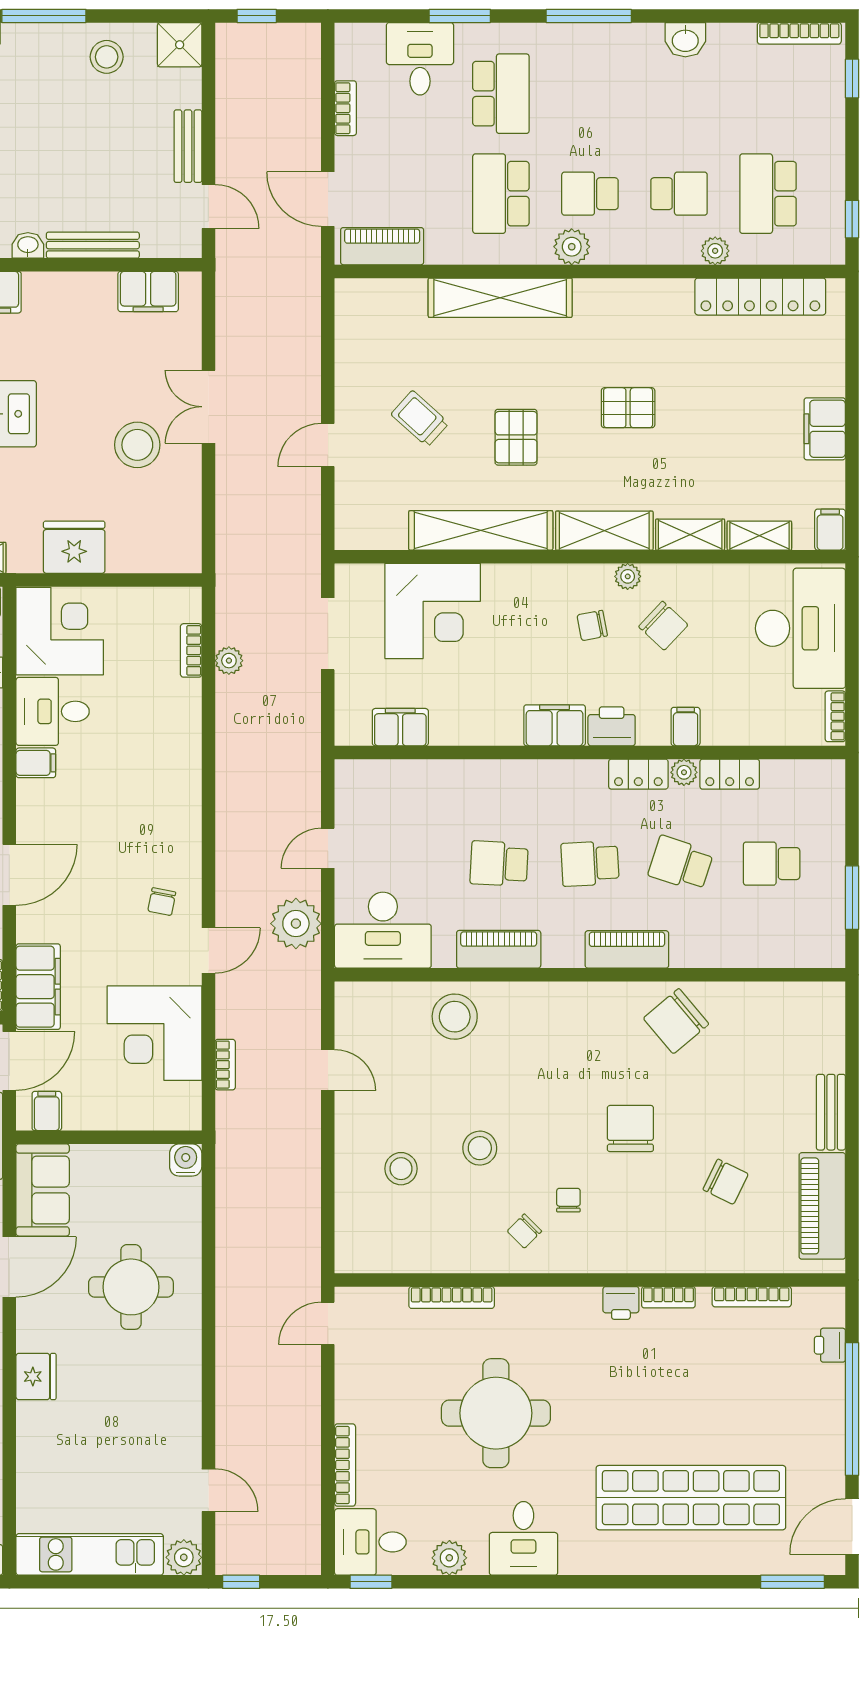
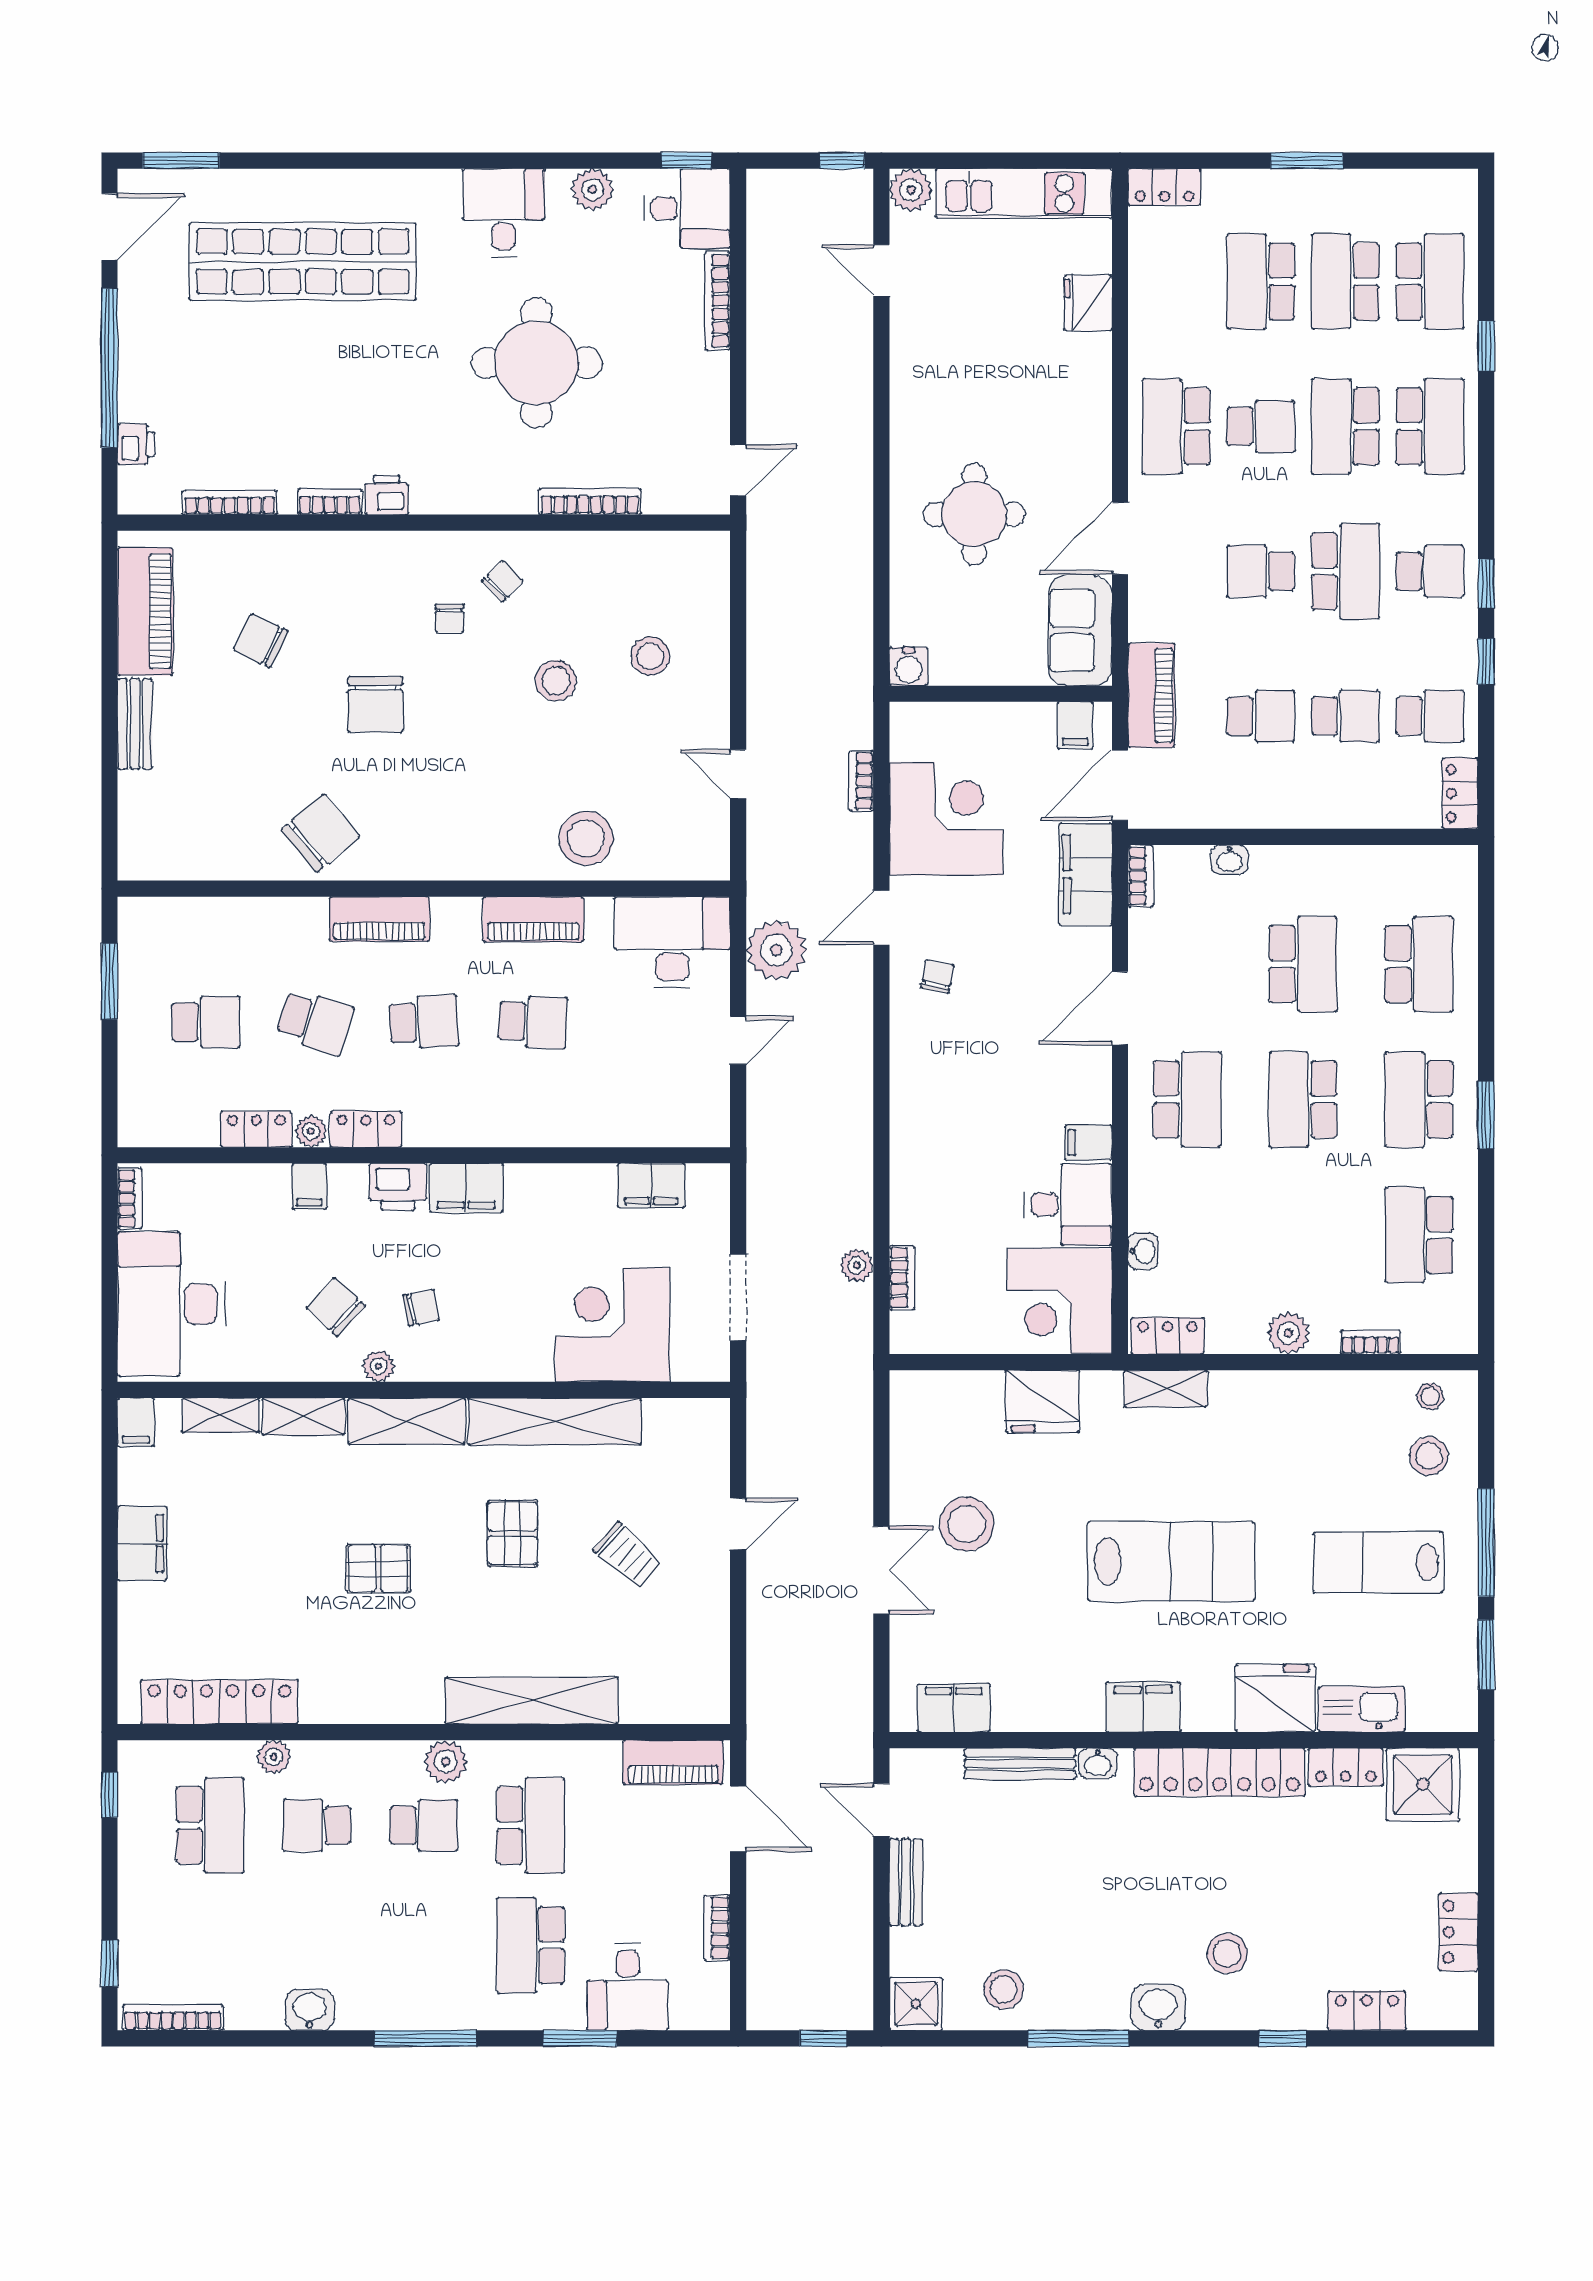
fridge: (36, 1376) -> (1088, 303), moved

